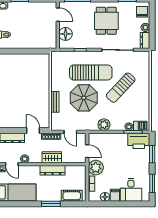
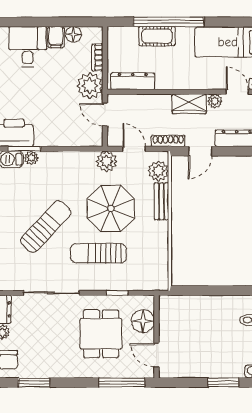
dining table: (106, 21) -> (101, 334), moved
sun lounger: (91, 72) -> (98, 253), width x0.73, depth x0.75
plant: (57, 119) -> (158, 171), added
plant: (104, 125) -> (107, 161), moved
door: (33, 130) -> (200, 151), hinge flipped
wardrobe: (52, 157) -> (189, 104), moved
dresser: (53, 170) -> (133, 81), moved
cot: (72, 196) -> (157, 36), moved
window: (51, 204) -> (169, 22), width x2.11

